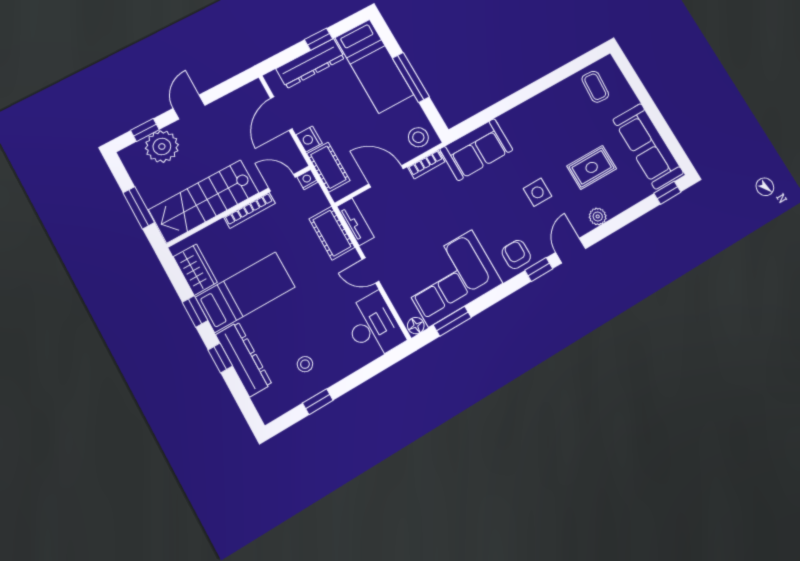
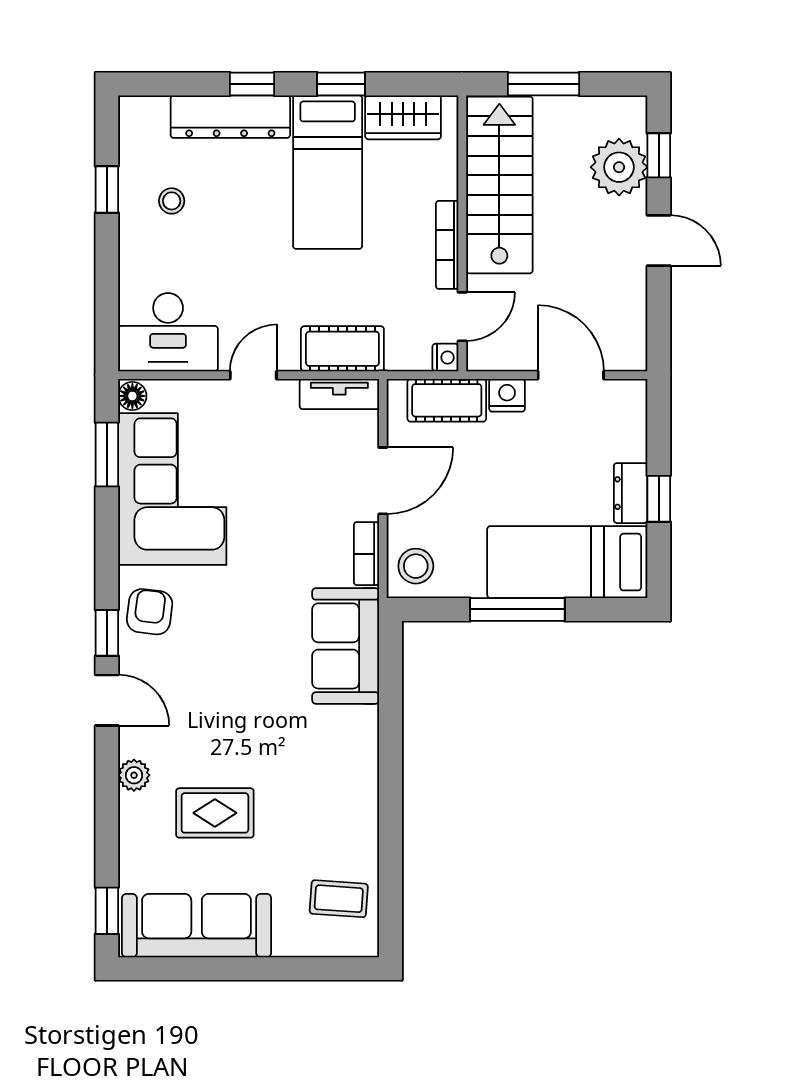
dresser: (310, 63) -> (631, 493), width x0.51, depth x0.80
rug: (592, 167) -> (215, 813), turned 90
side table: (538, 192) -> (225, 703), removed
armchair: (516, 254) -> (150, 612), turned -83

